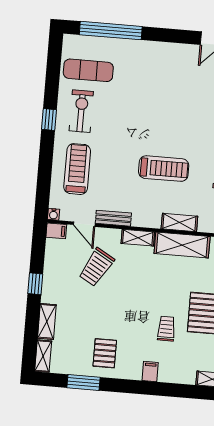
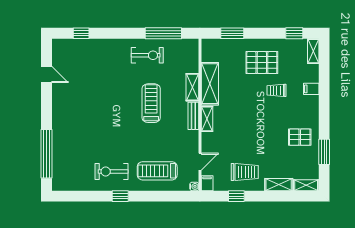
exercise mat: (88, 70) -> (79, 169), removed
bench: (113, 218) -> (193, 116), moved
trolley: (96, 267) -> (245, 172), moved, turned -30
window: (35, 284) -> (236, 196), moved
filing cabinet: (150, 372) -> (311, 89), moved

